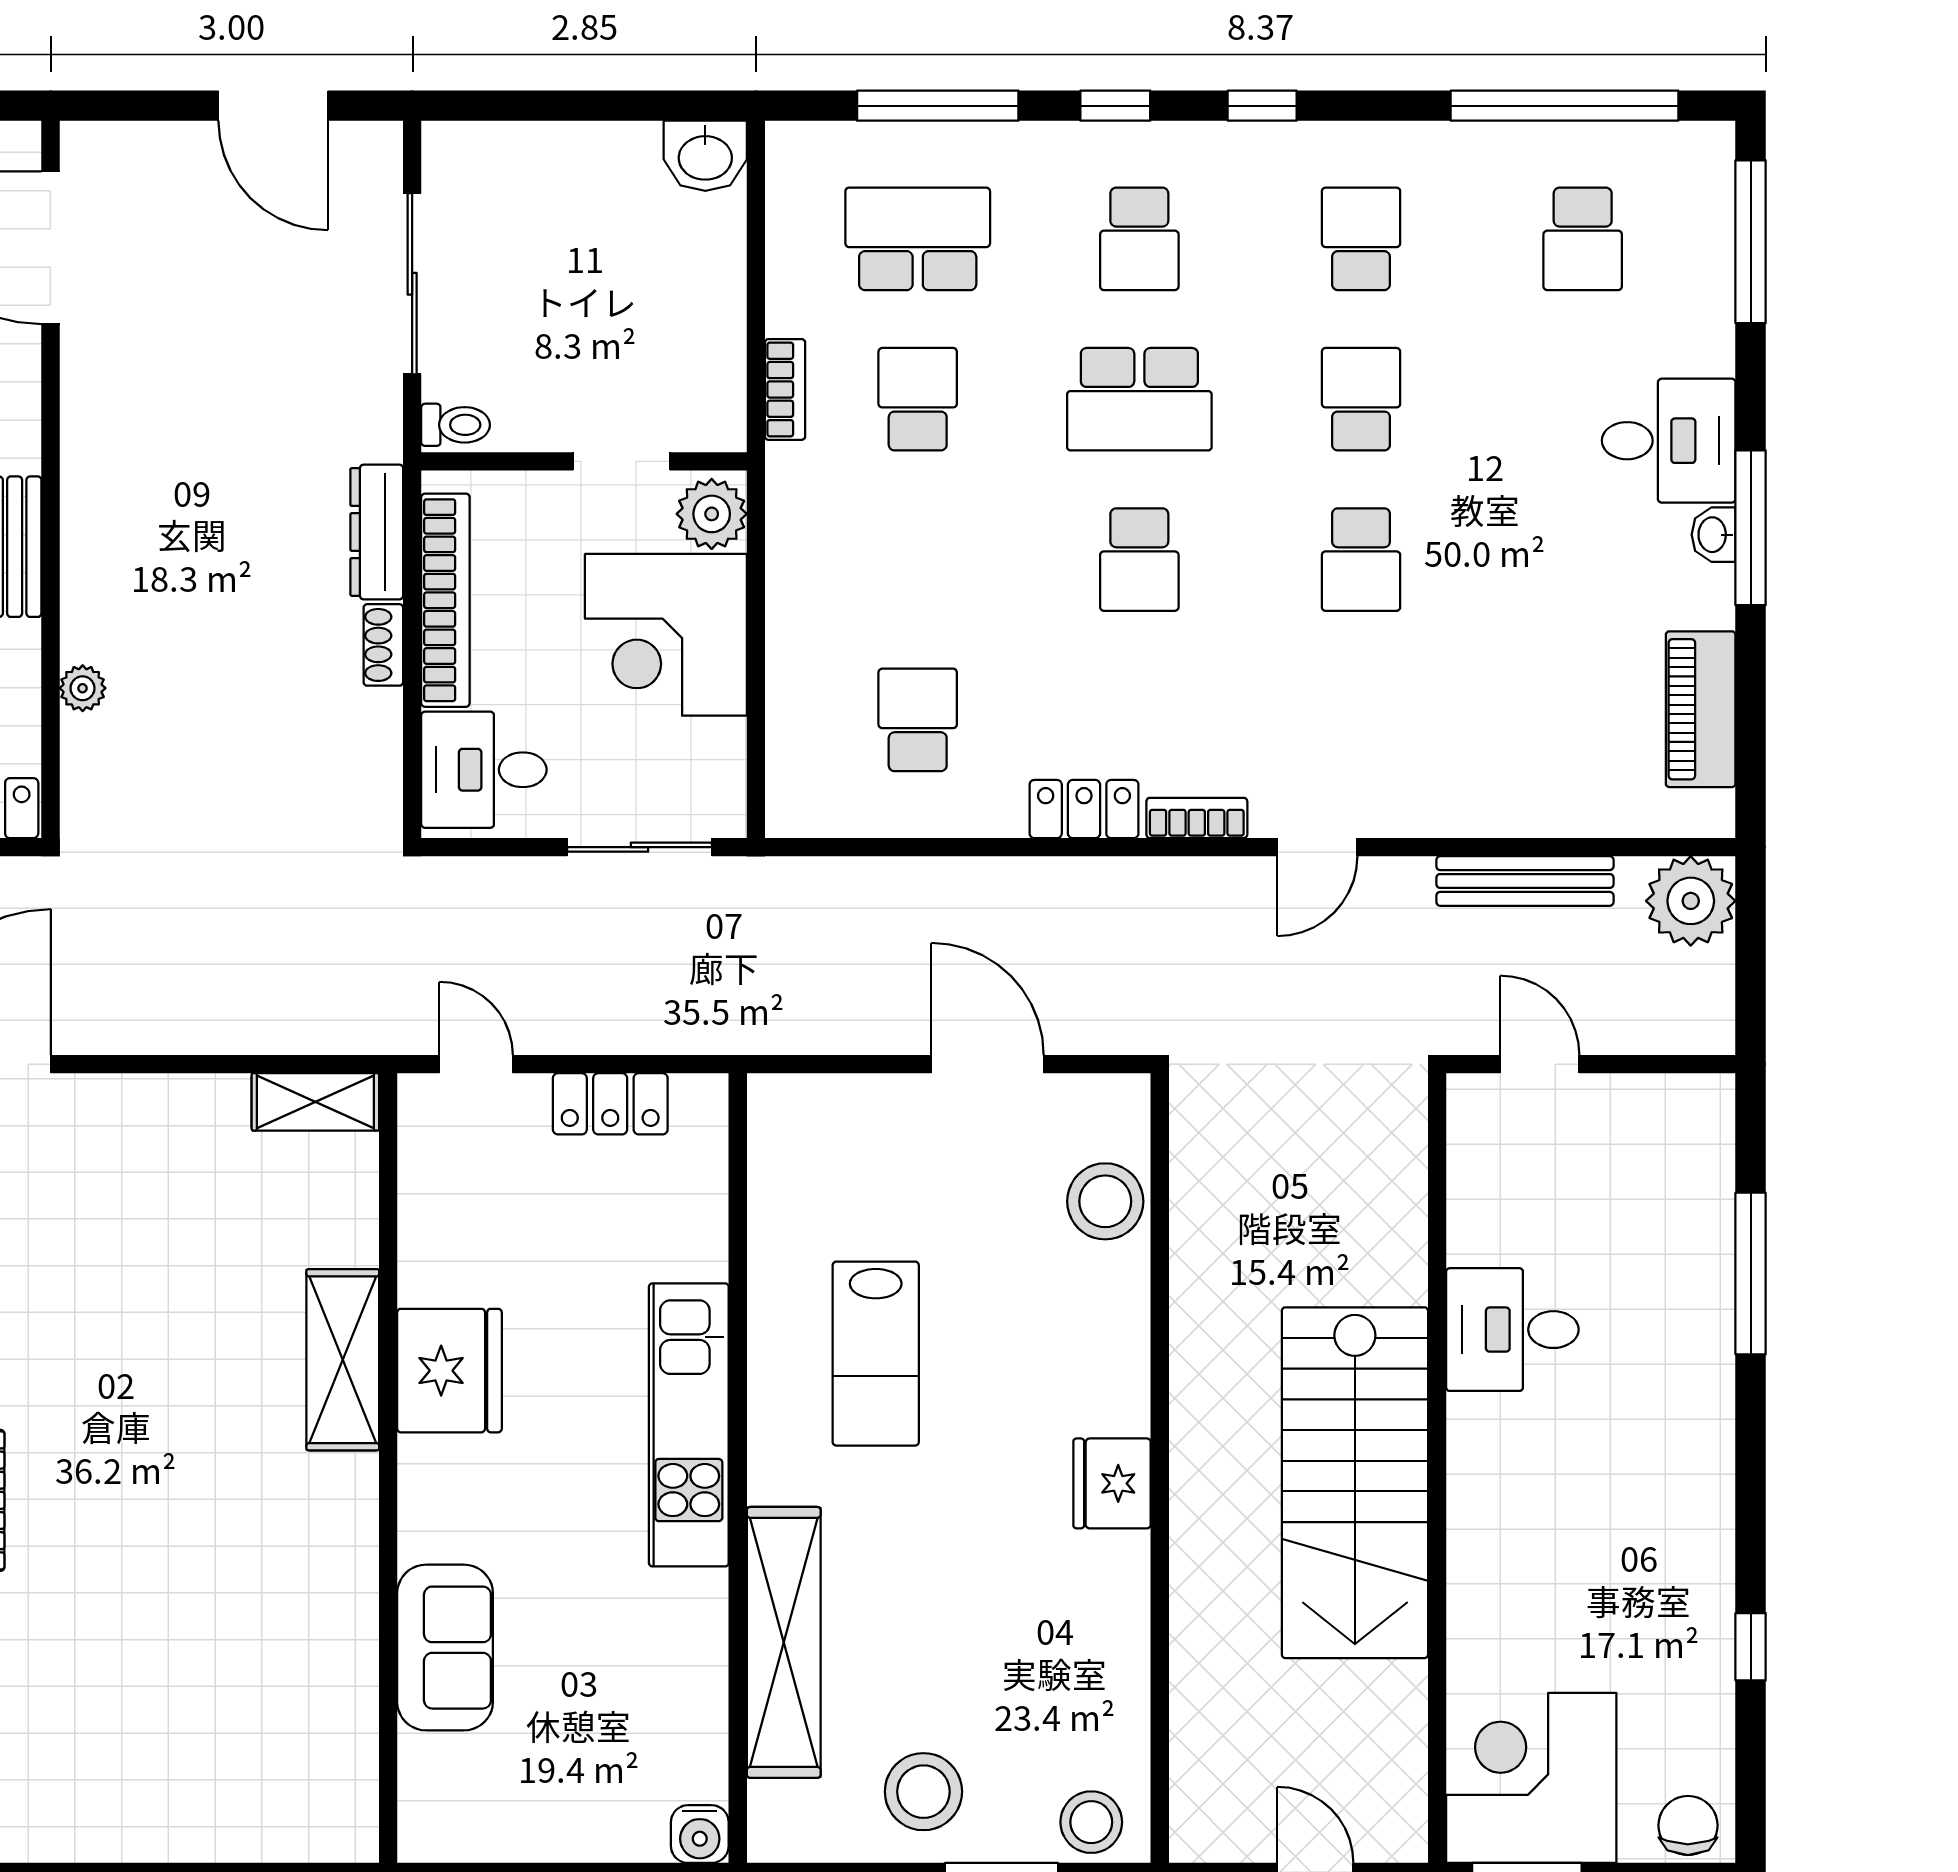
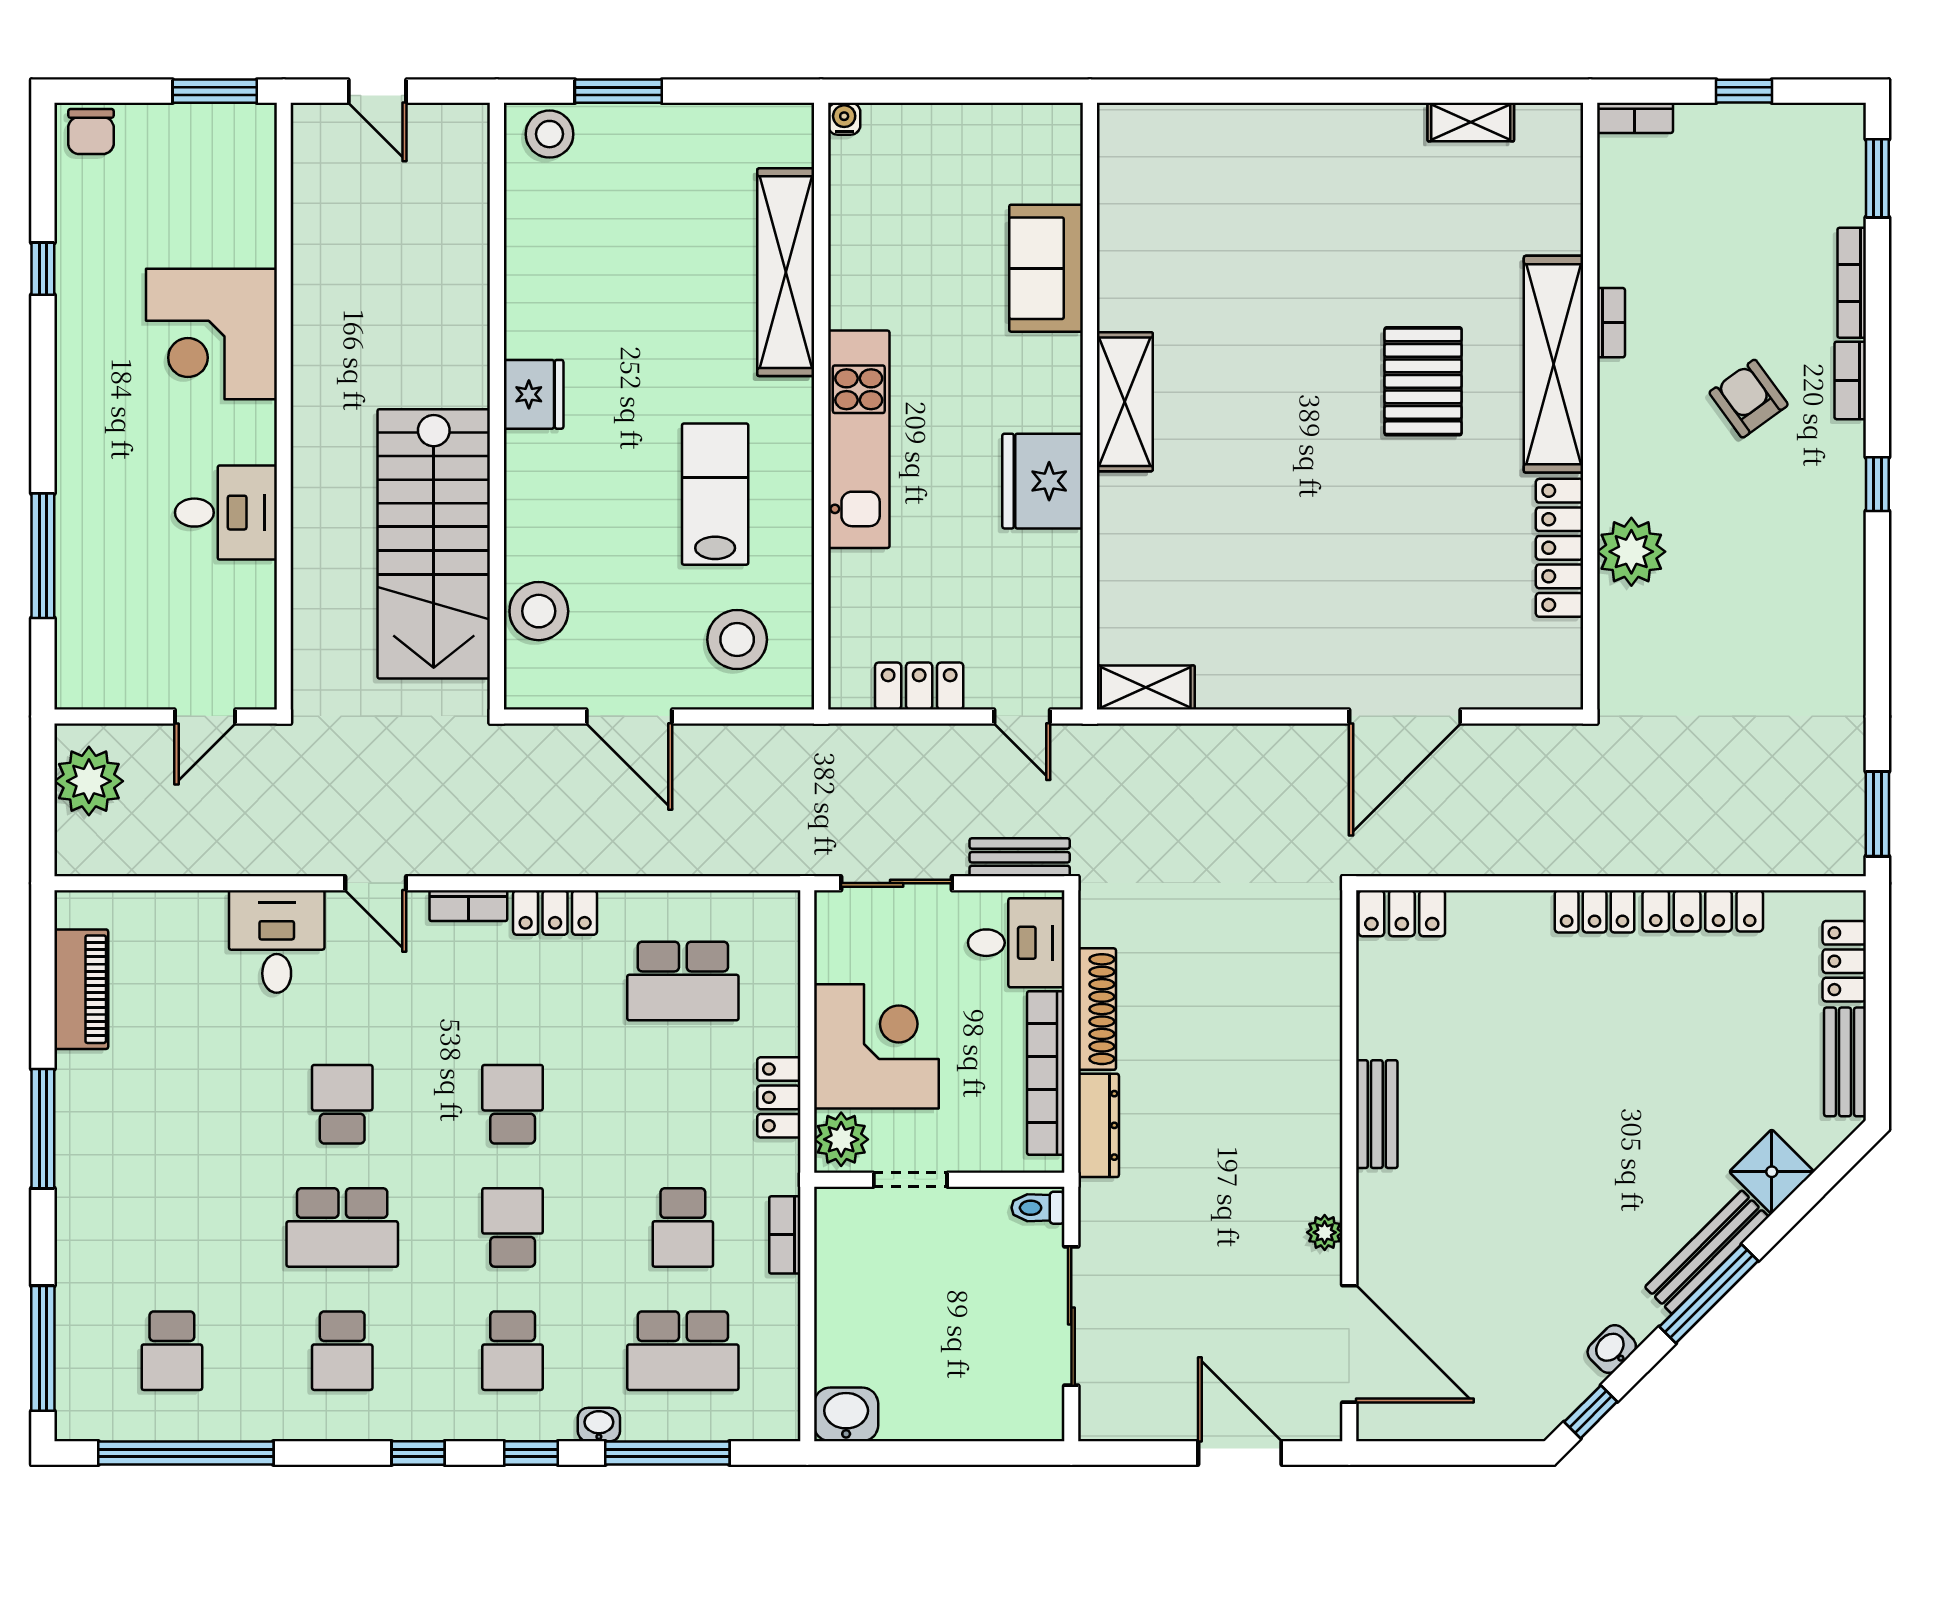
door: (273, 106) -> (1240, 1453), moved
school desk: (1139, 239) -> (513, 1351), turned 180
school desk: (1583, 239) -> (172, 1351), turned 180
school desk: (1139, 399) -> (513, 1227), width x0.54
school desk: (1361, 399) -> (342, 1227), width x1.85
desk: (1669, 441) -> (277, 942), moved, turned 90
washbasin: (1714, 535) -> (599, 1425), moved, turned -90
locker: (793, 568) -> (779, 1097), added
shoe rack: (383, 645) -> (1097, 1009), width x1.94, depth x1.24
plant: (83, 688) -> (1325, 1232), moved
school desk: (918, 720) -> (683, 981), width x1.85
door: (1317, 847) -> (376, 883), swing flipped
bench: (1525, 881) -> (1020, 857), moved, width x0.73
plant: (1691, 901) -> (89, 781), moved
door: (1540, 1064) -> (205, 716), hinge flipped
shelving: (343, 1360) -> (1125, 402), moved
stairs: (1355, 1483) -> (434, 544), moved, turned 180
corner desk: (1531, 1778) -> (211, 334), moved, turned 90
stool: (923, 1792) -> (737, 640), moved
water cooler: (700, 1834) -> (844, 119), width x0.72, depth x0.72

